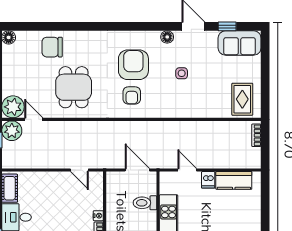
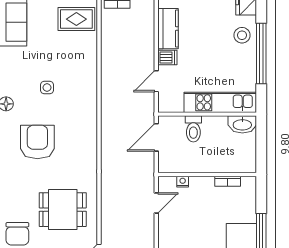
armchair: (133, 65) -> (37, 142), turned 90
armchair: (132, 95) -> (72, 144), removed
nightstand: (98, 216) -> (183, 182), moved

